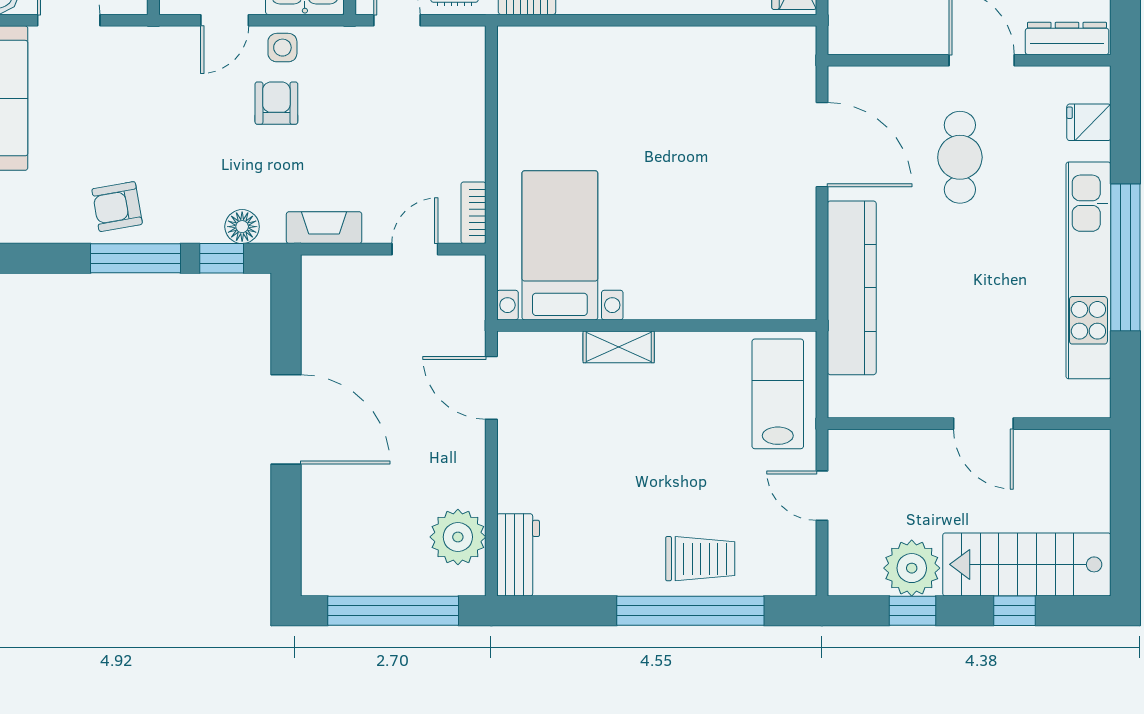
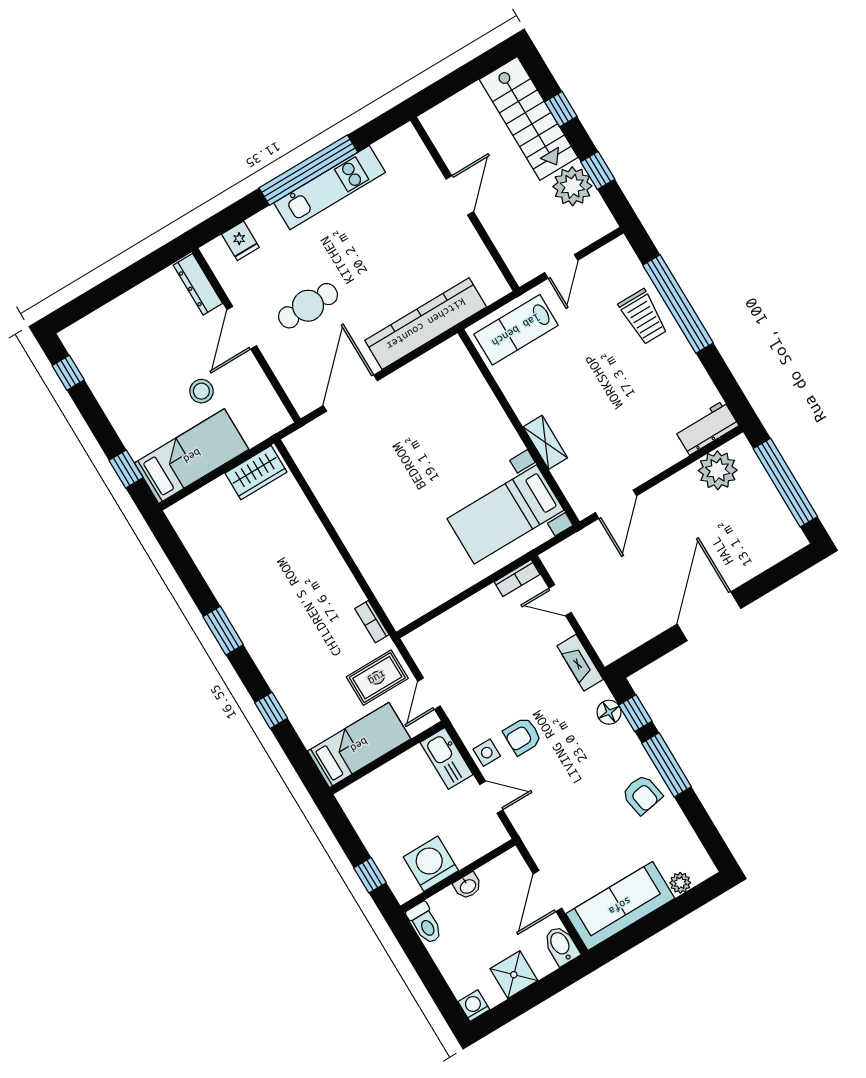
kitchen unit: (1088, 270) -> (330, 188), width x0.73
trolley: (700, 559) -> (643, 317), turned 180

